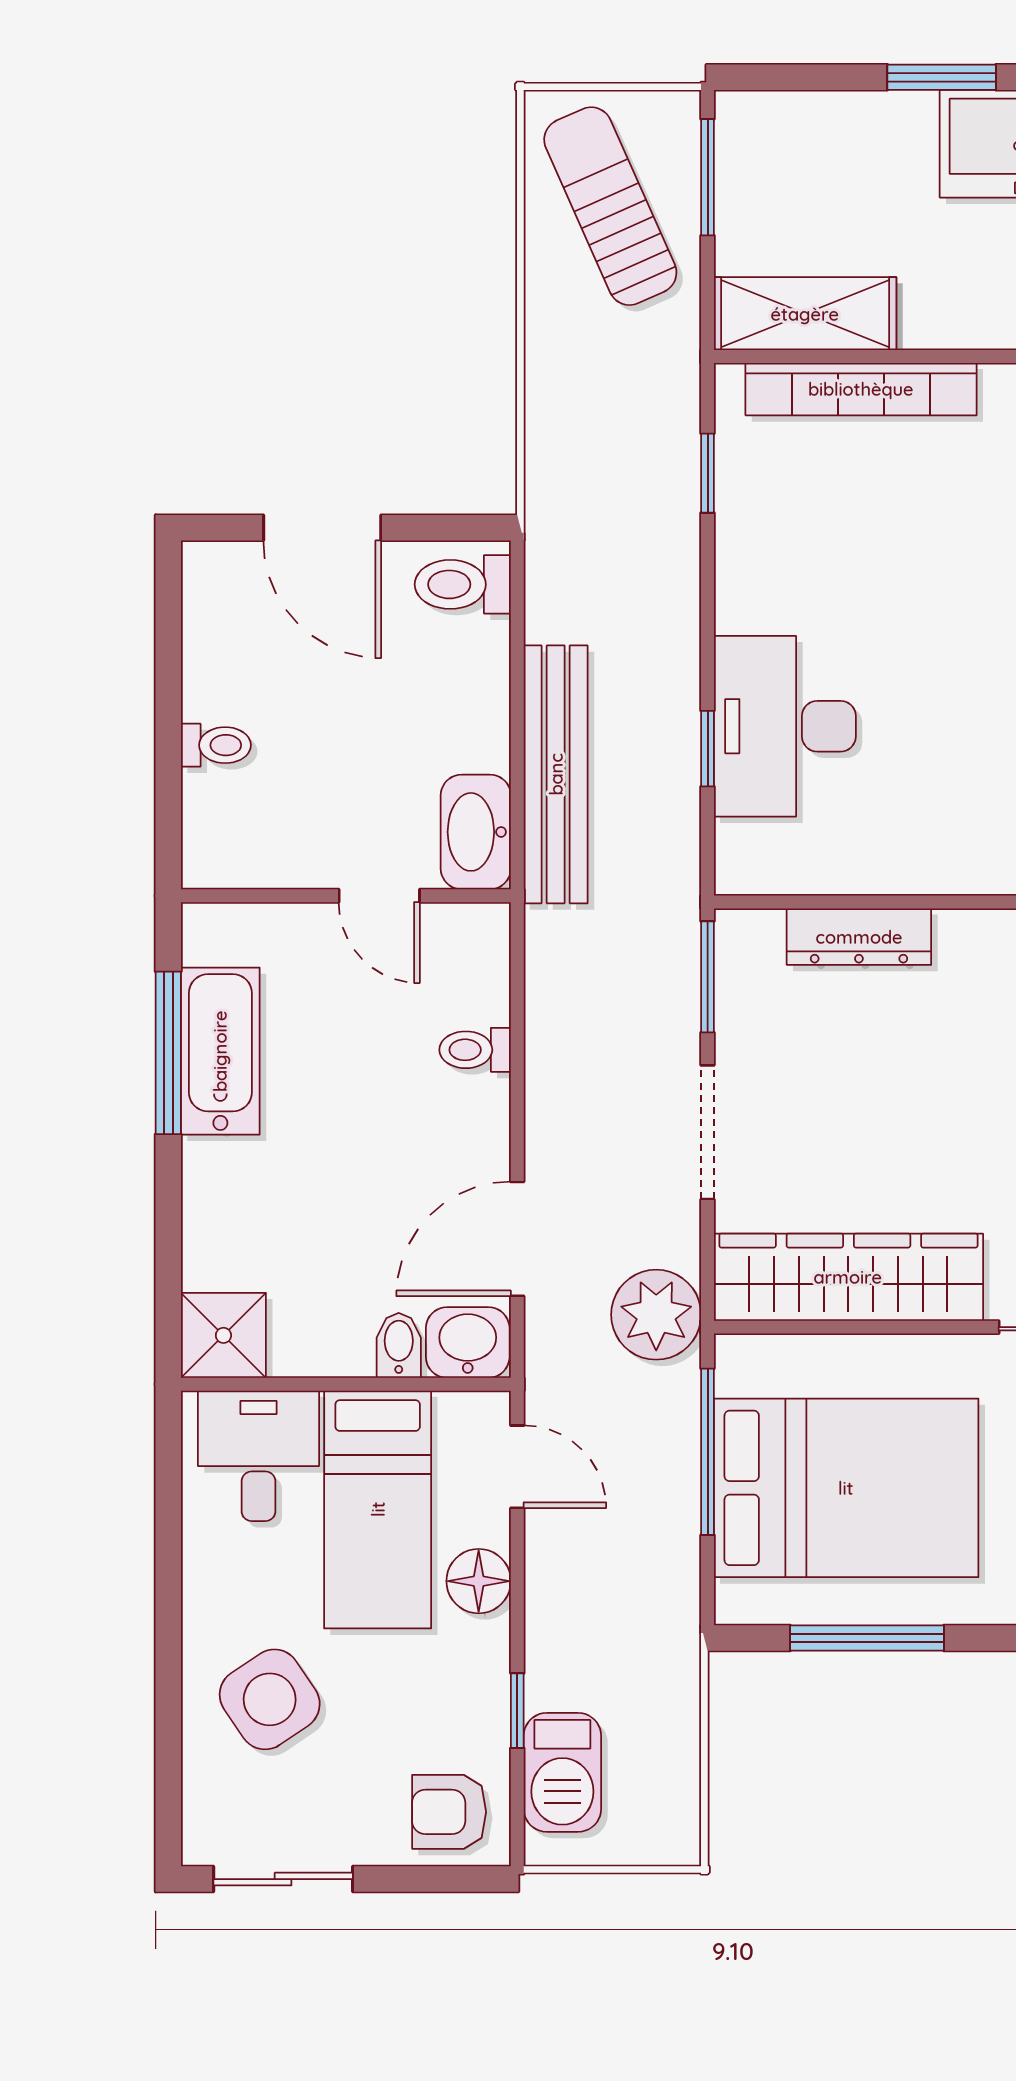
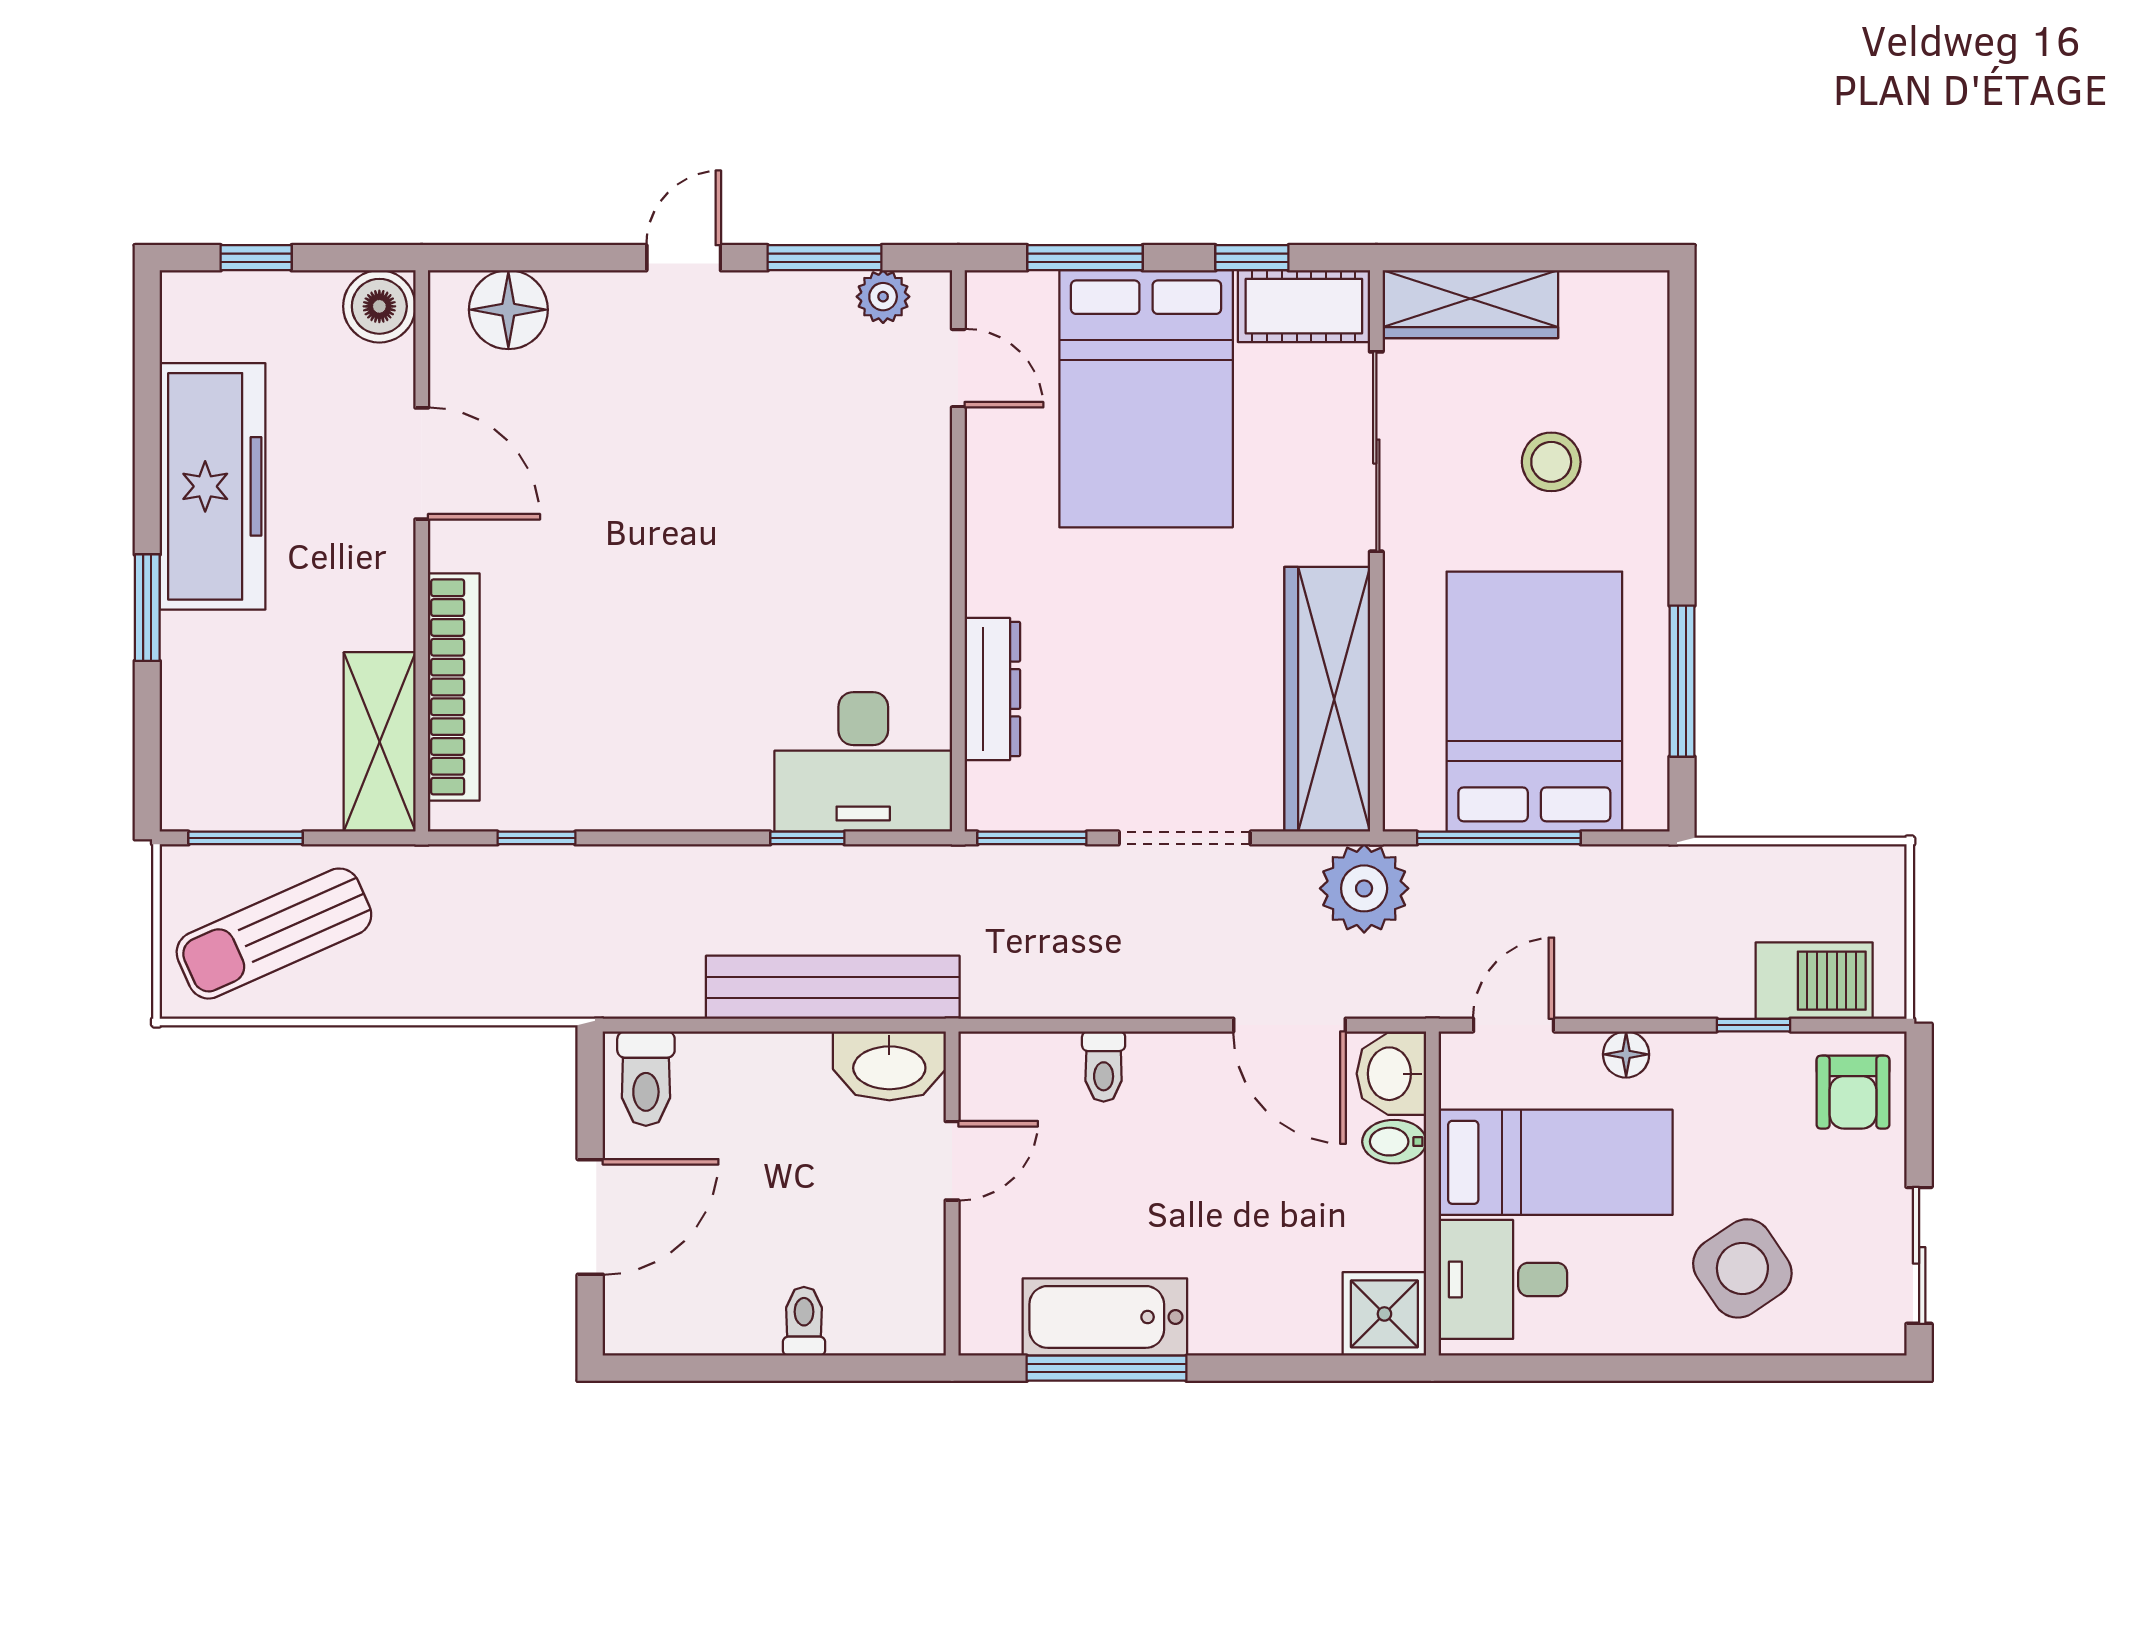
desk: (785, 726) -> (863, 762), moved
floor lamp: (479, 1581) -> (1626, 1054), width x0.73, depth x0.73

